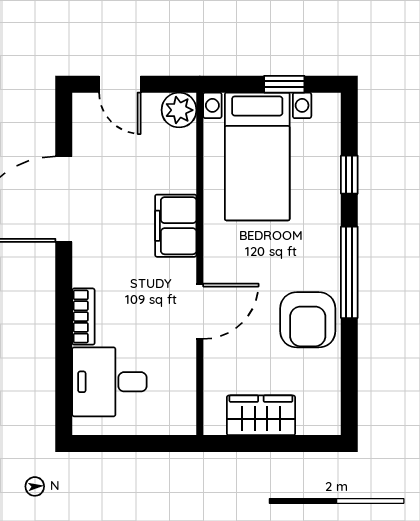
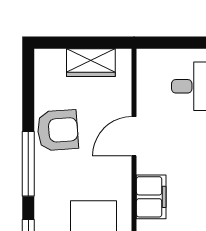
armchair: (308, 320) -> (58, 130), turned 86

